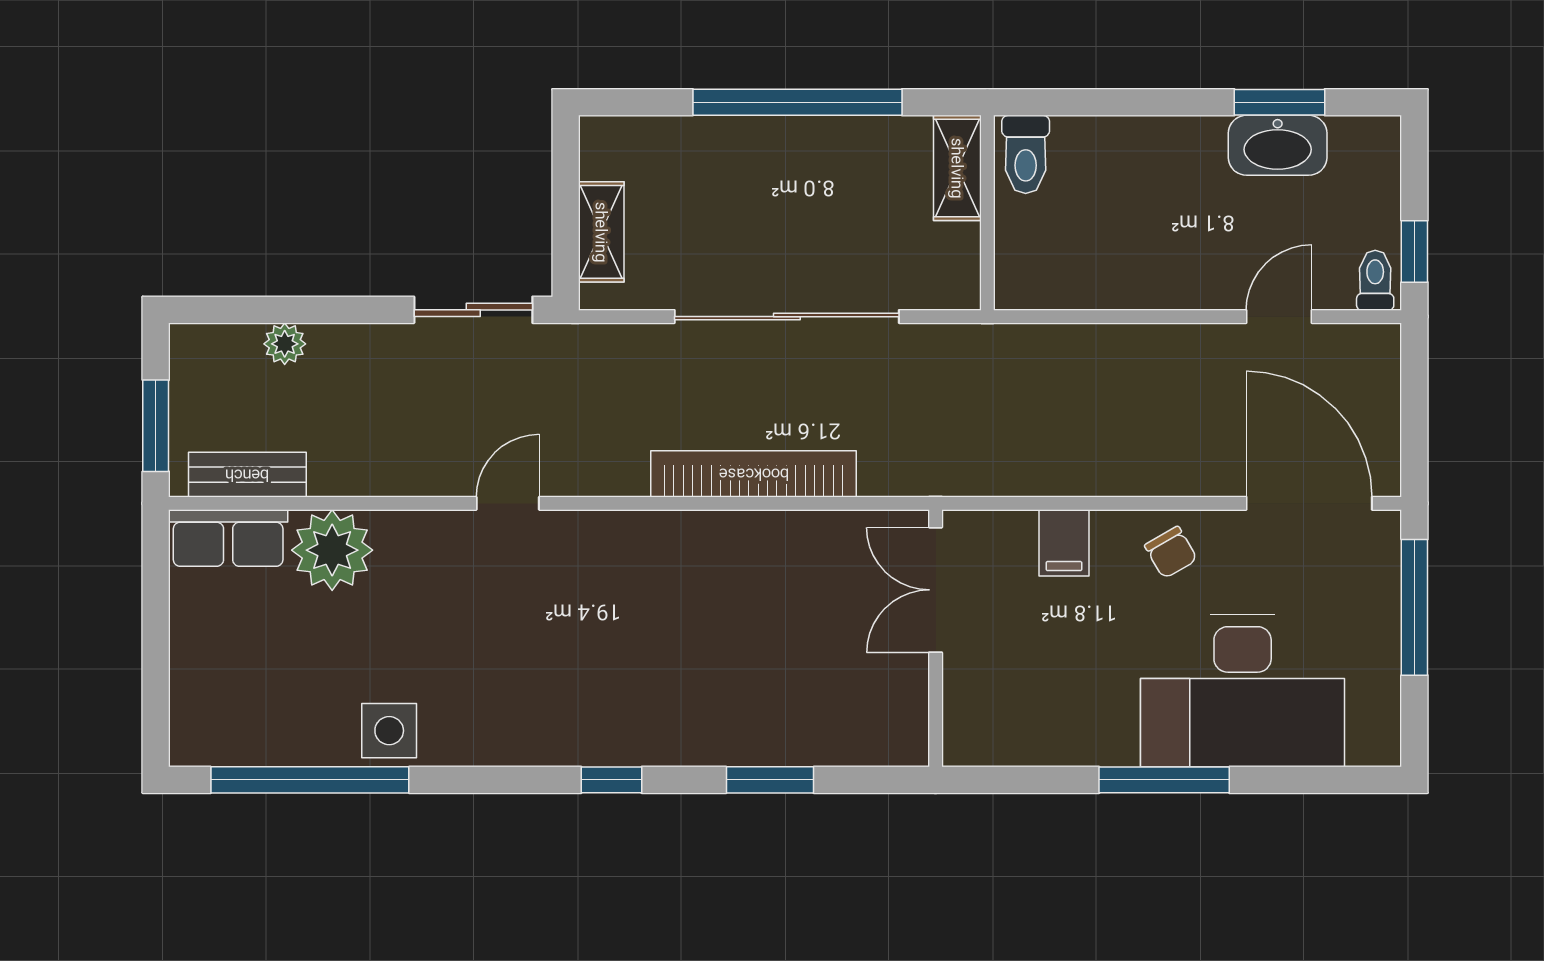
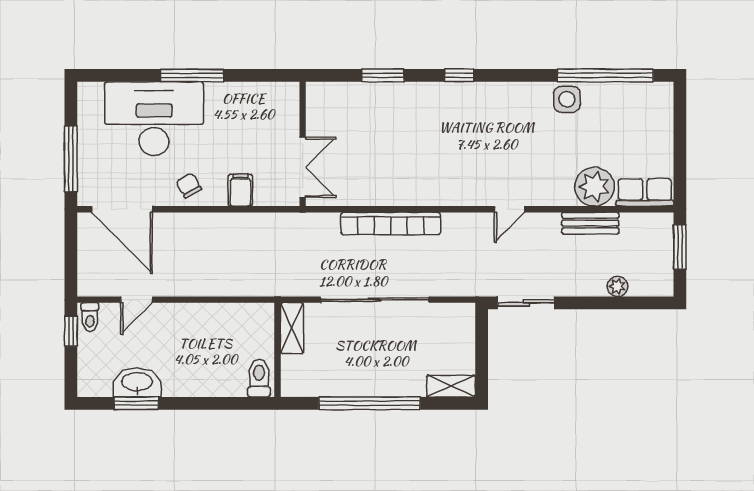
shelving: (957, 168) -> (292, 328), moved
shelving: (601, 232) -> (451, 386), moved, turned 90
bench: (247, 475) -> (590, 223), moved

